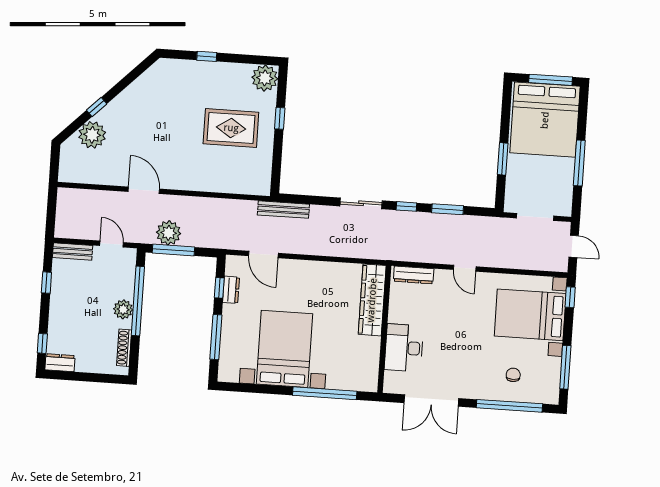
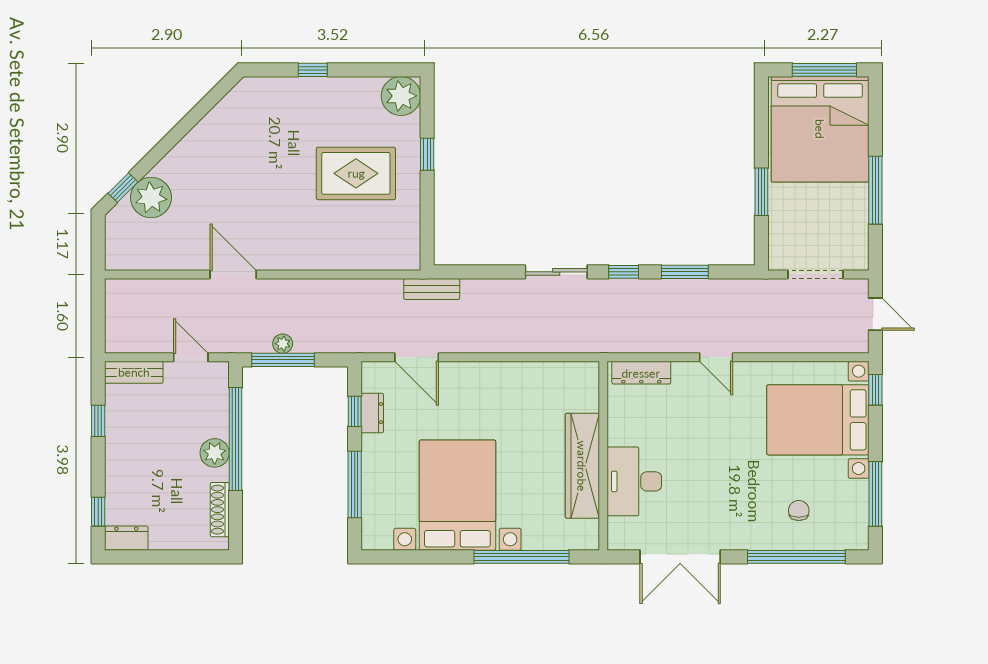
window: (97, 107) -> (123, 188), moved
bench: (283, 210) -> (432, 289), width x0.73
plant: (169, 233) -> (283, 344), width x0.53, depth x0.53
wardrobe: (372, 300) -> (582, 466), moved

